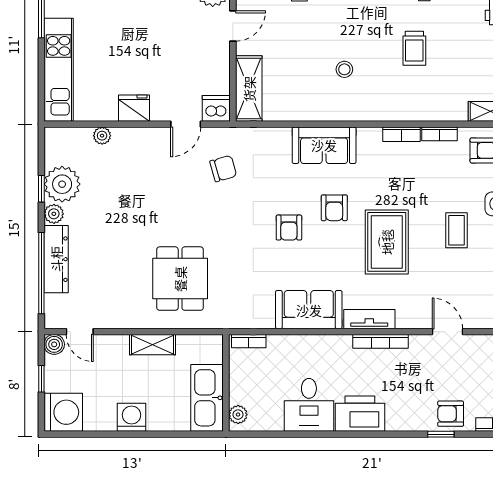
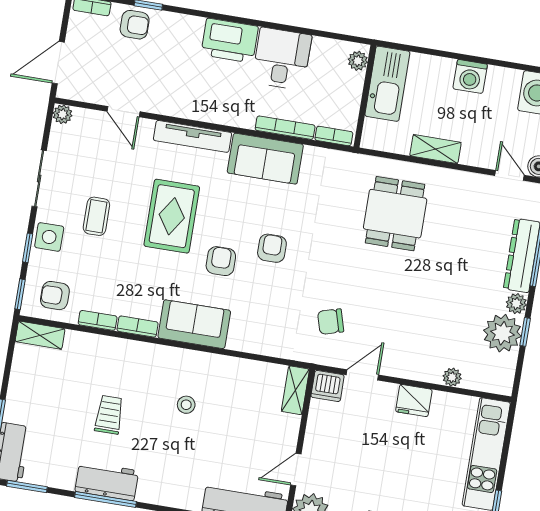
shelving: (249, 89) -> (295, 390), width x0.67, depth x0.75
sofa: (324, 145) -> (194, 324), moved
tv unit: (369, 319) -> (192, 136), width x1.41
bookcase: (381, 341) -> (285, 128), moved

